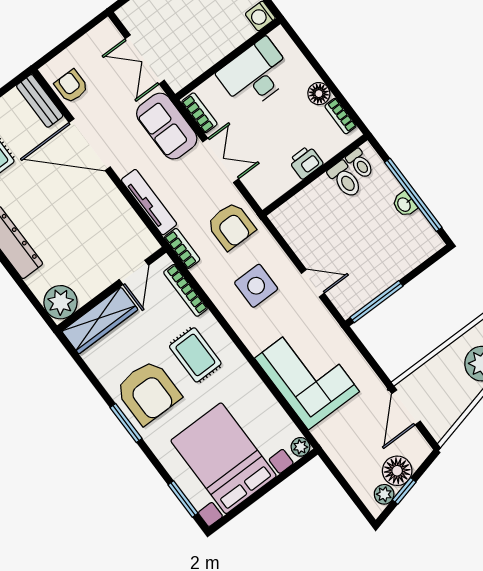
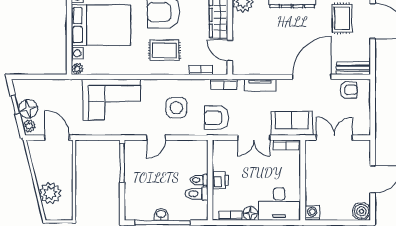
desk: (255, 75) -> (279, 204), moved, turned 90
toilet: (360, 164) -> (199, 180), moved
tv unit: (149, 202) -> (260, 85), width x0.71
bookcase: (186, 290) -> (201, 70), width x0.64
plant: (384, 494) -> (29, 126), moved

